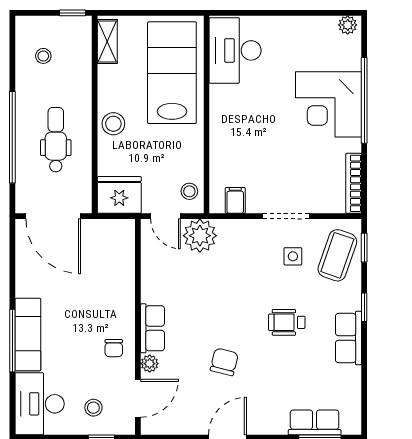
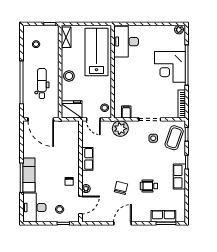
plant: (200, 236) -> (120, 129), moved
wheelchair: (287, 322) -> (149, 186), moved
row of seats: (152, 328) -> (87, 159), moved

